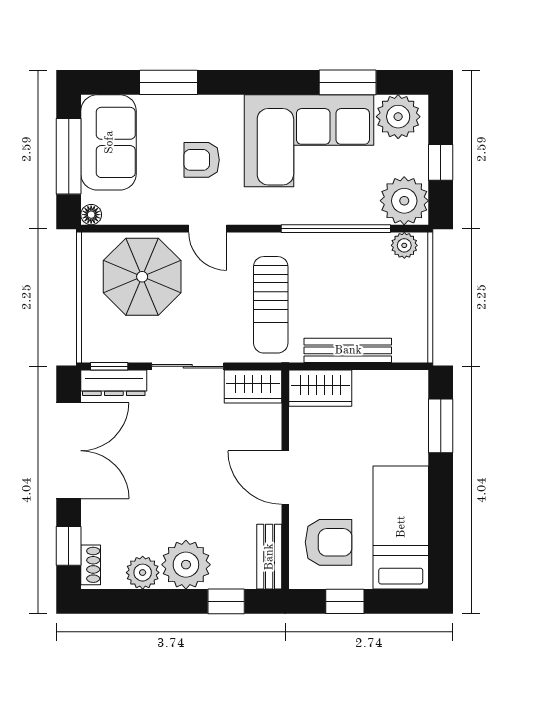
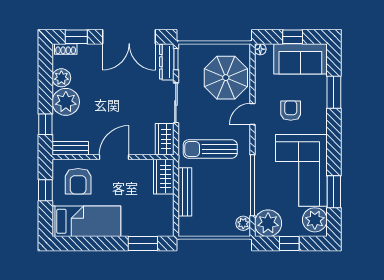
window: (69, 156) -> (293, 37), width x0.46

